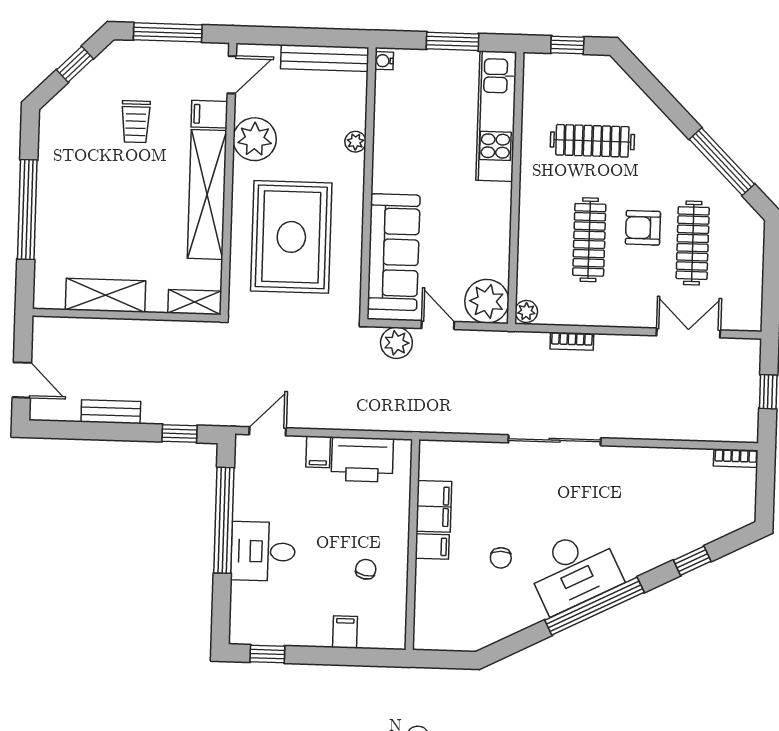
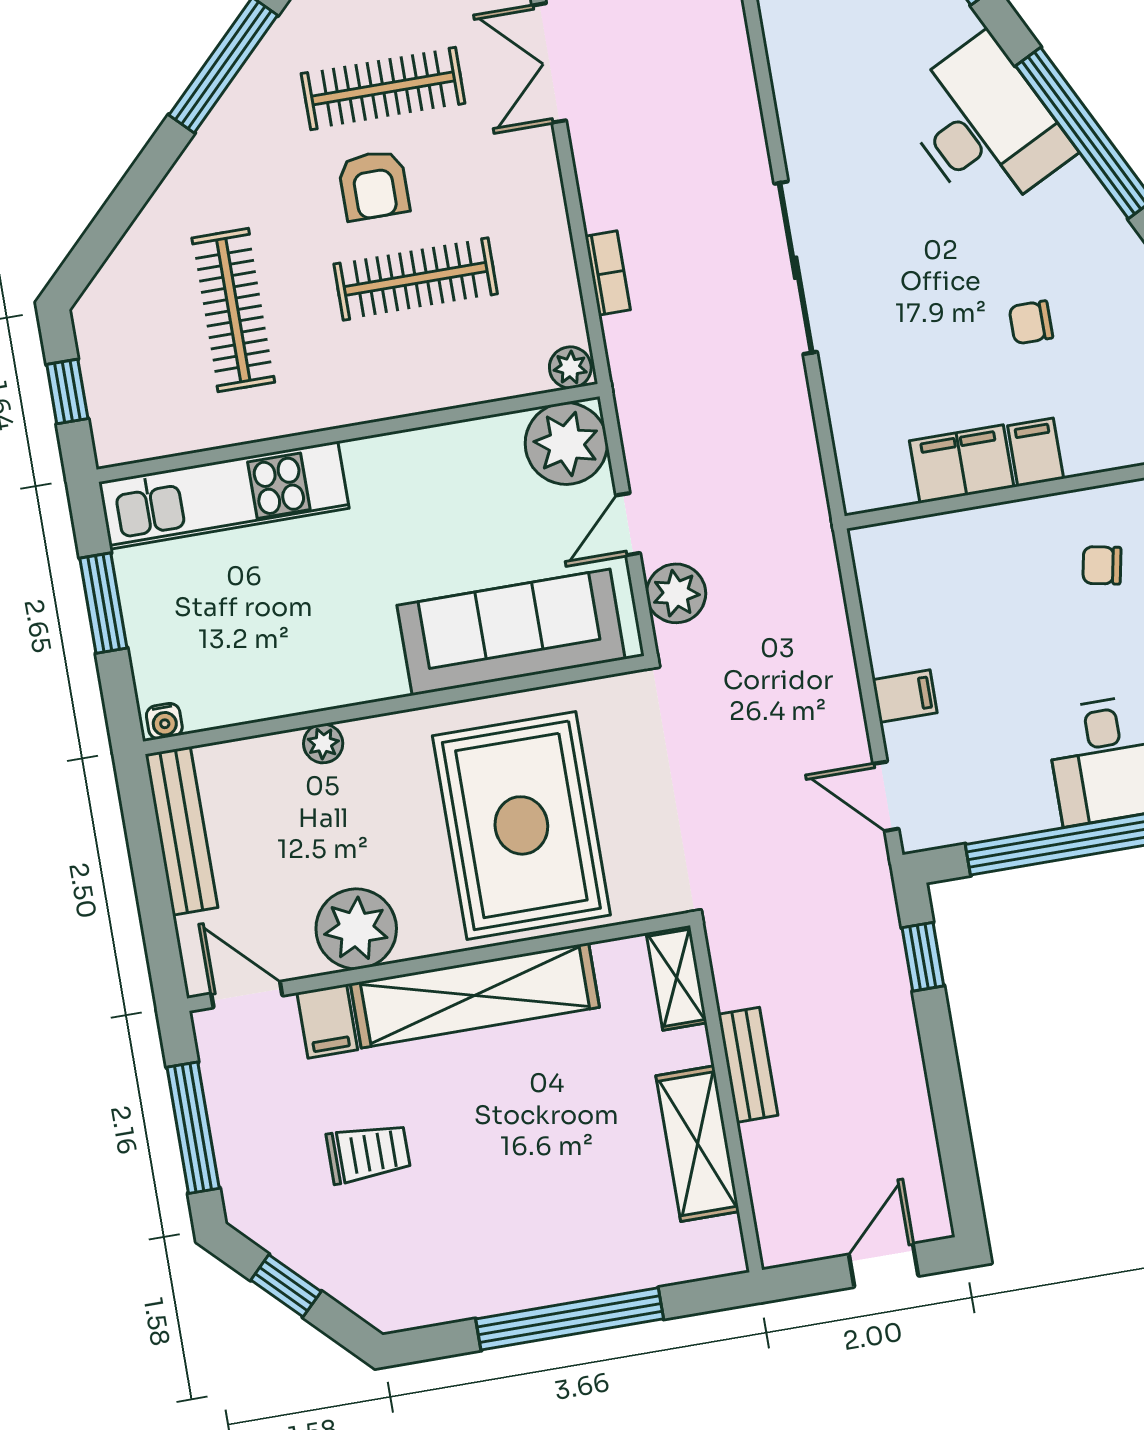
rug: (291, 237) -> (521, 825), turned 90
bench: (111, 412) -> (748, 1065), moved
printer: (362, 459) -> (902, 613), removed
chair: (501, 558) -> (1031, 322), turned 180
desk: (574, 571) -> (984, 126), moved

